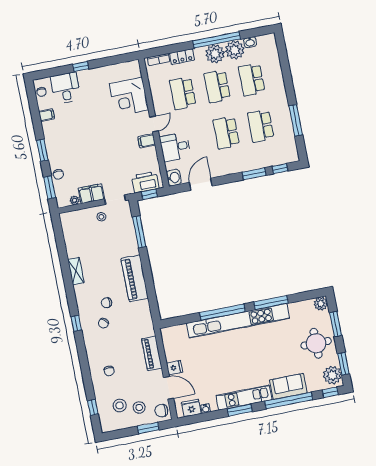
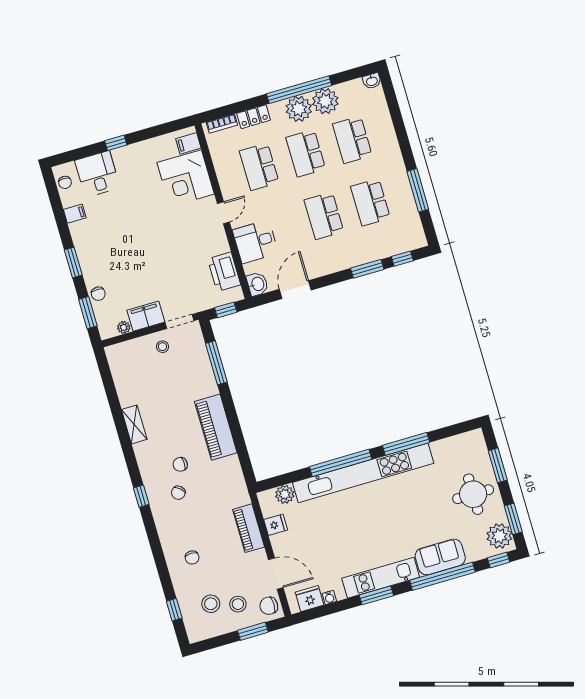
washbasin: (250, 42) -> (372, 81), moved
filing cabinet: (147, 141) -> (188, 143), moved
printer: (145, 182) -> (224, 272), moved, turned -90
plant: (321, 304) -> (285, 494), moved
fridge: (175, 368) -> (276, 525), moved

